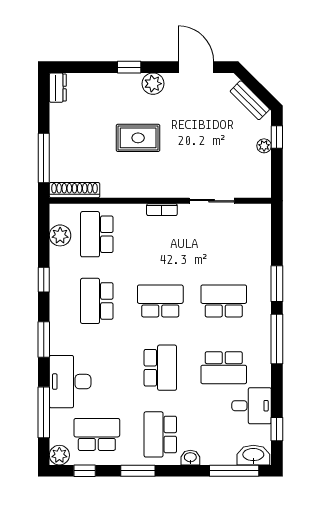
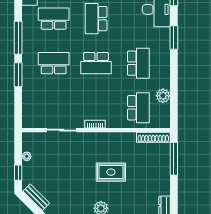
plant: (264, 146) -> (27, 156), moved
plant: (60, 235) -> (163, 96), moved
window: (44, 280) -> (174, 77), removed
school desk: (224, 301) -> (54, 63), turned 180

